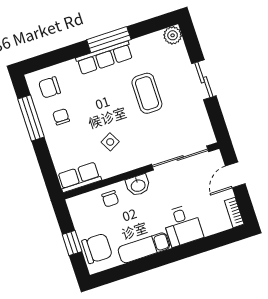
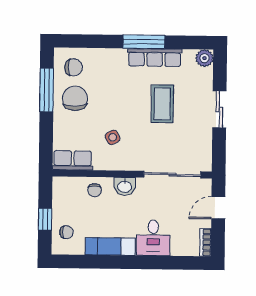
row of seats: (104, 58) -> (155, 58), moved
chair: (50, 87) -> (74, 67), turned 180
chair: (61, 117) -> (75, 98), width x1.87, depth x1.87
chair: (97, 248) -> (66, 232), width x0.54, depth x0.54

